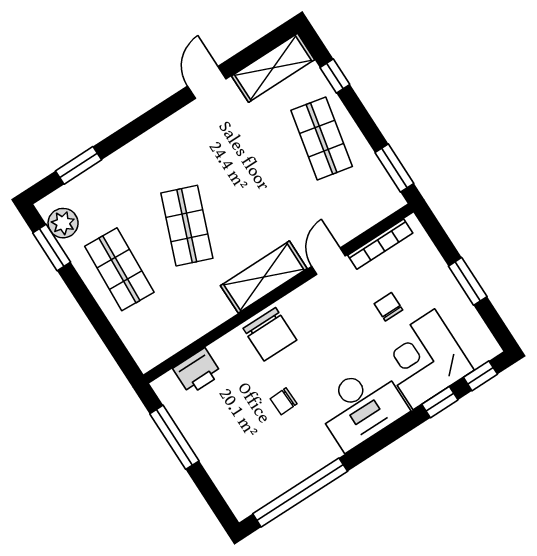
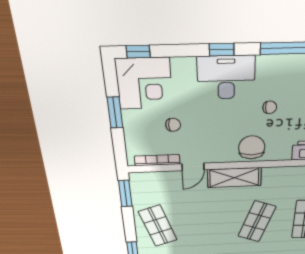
shop shelf: (322, 138) -> (158, 226), turned -30
chair: (388, 307) -> (173, 125), turned -90
corner desk: (424, 359) -> (144, 84), moved
window: (440, 402) -> (222, 50), moved

